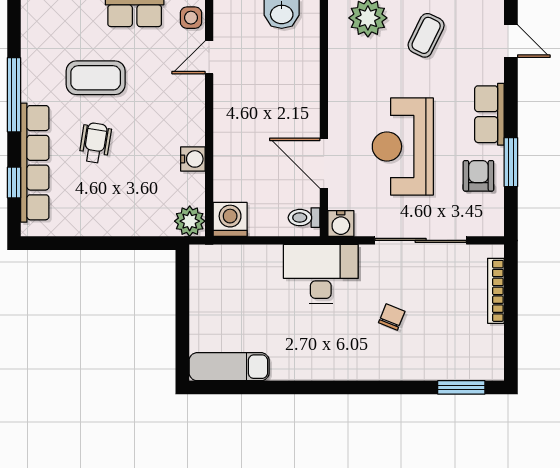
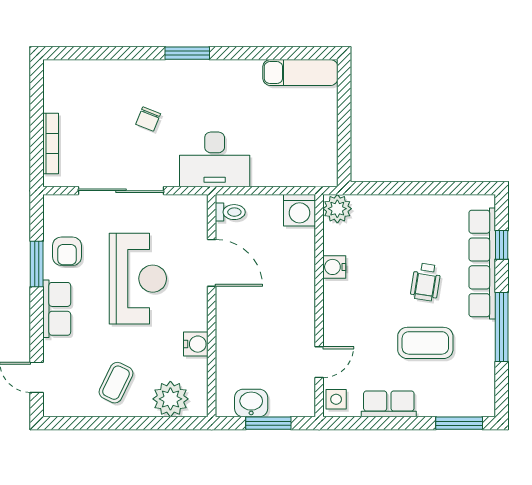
water cooler: (341, 224) -> (196, 344), moved, turned 90
window: (461, 387) -> (187, 53), moved

